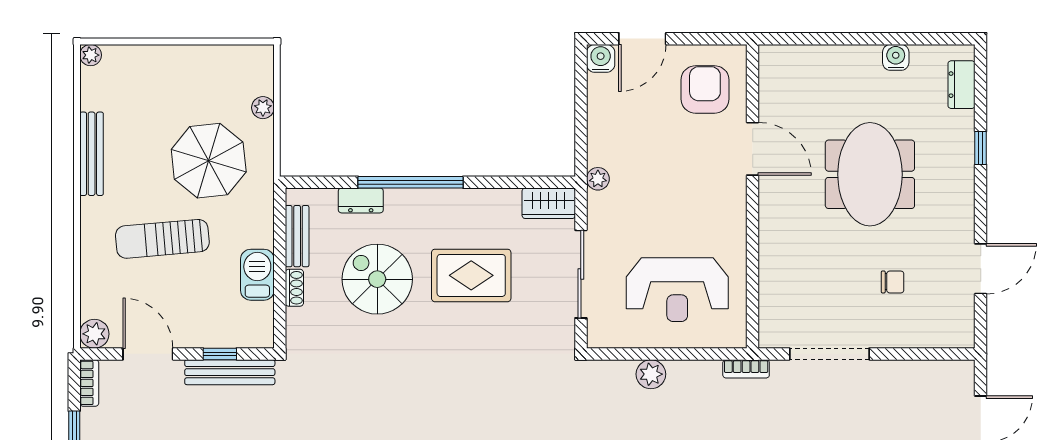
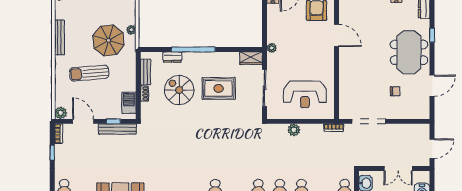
plant: (263, 108) -> (131, 30), moved
meeting table: (870, 174) -> (409, 52), moved
barbecue: (257, 275) -> (129, 103), moved

